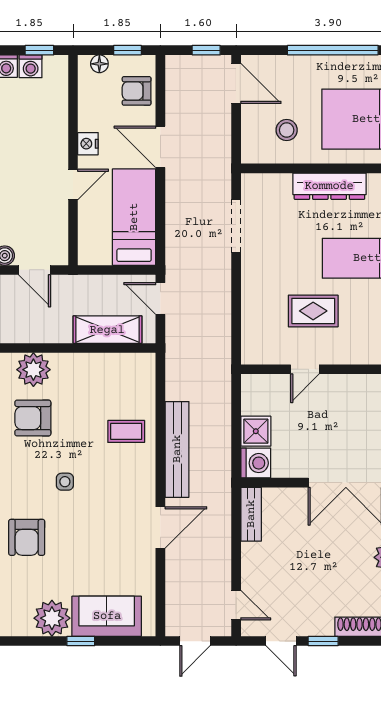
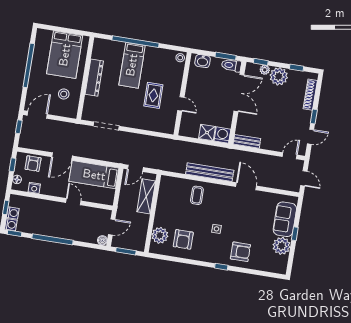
nightstand: (88, 144) -> (34, 188), moved

